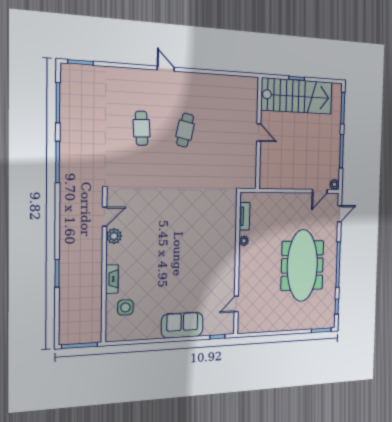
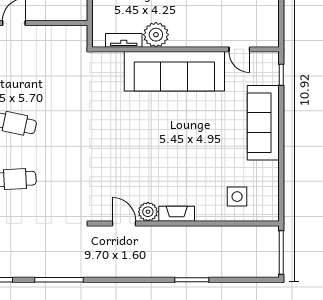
plant: (244, 241) -> (156, 35), width x1.88, depth x1.88
sofa: (221, 255) -> (174, 71), added
fireplace: (112, 279) -> (177, 214), moved
sofa: (182, 325) -> (263, 123), width x1.36

